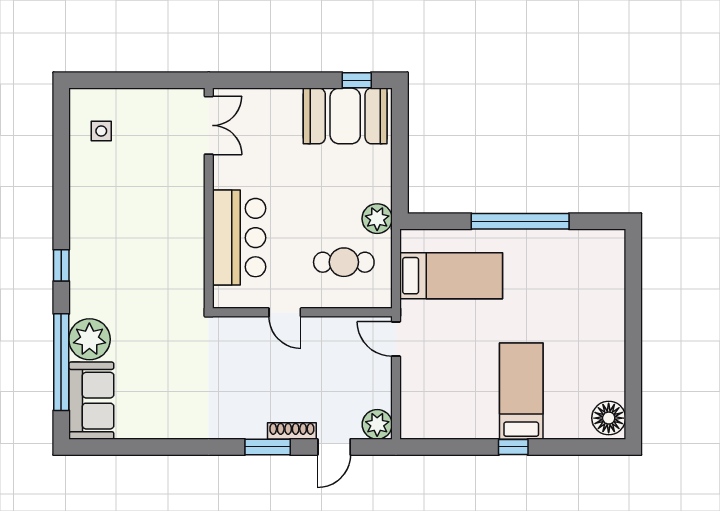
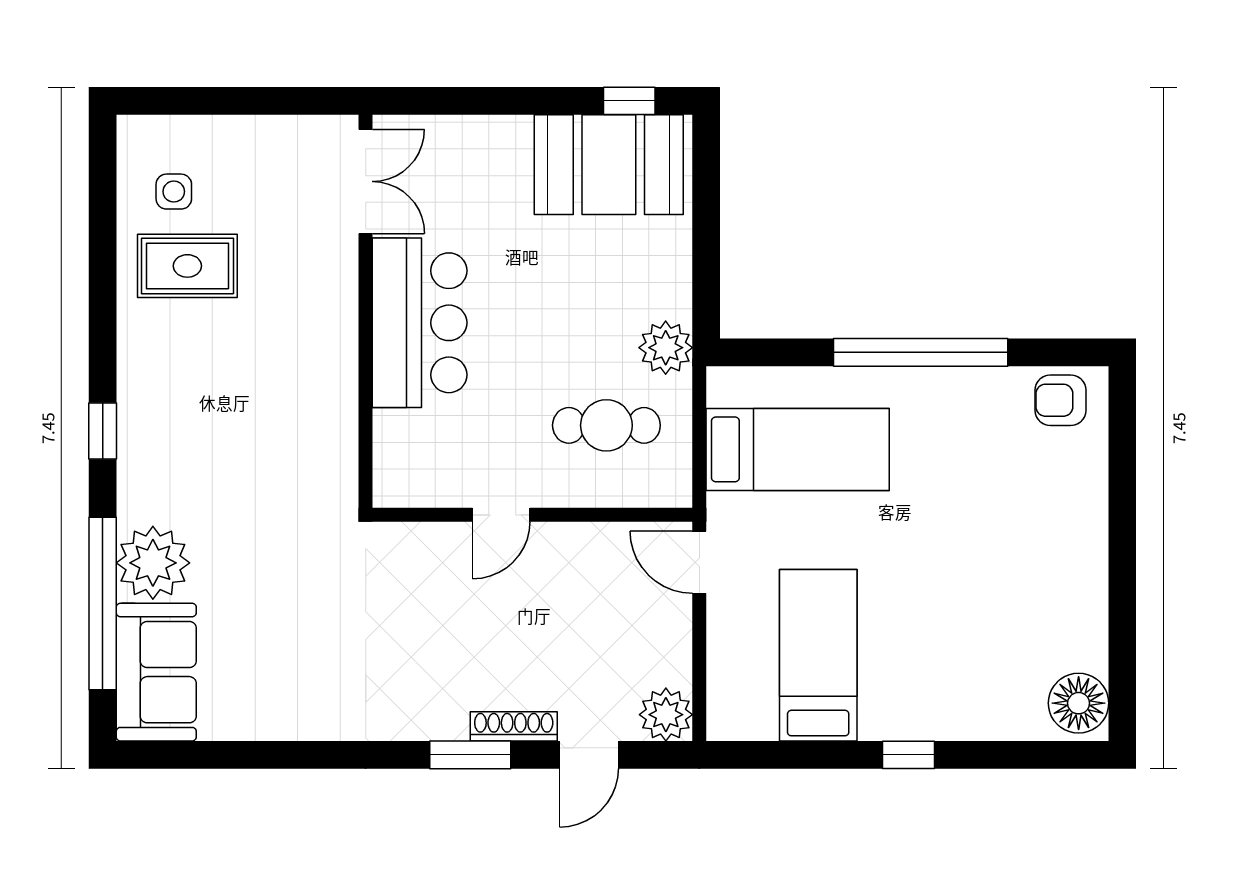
rug: (109, 173) -> (187, 266), added
bar counter: (239, 238) -> (420, 323), moved
armchair: (599, 248) -> (1060, 400), added
door: (285, 312) -> (501, 515), hinge flipped
bed: (521, 391) -> (818, 655), moved

